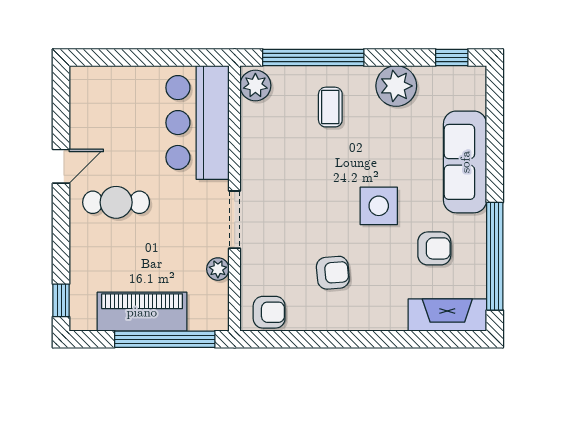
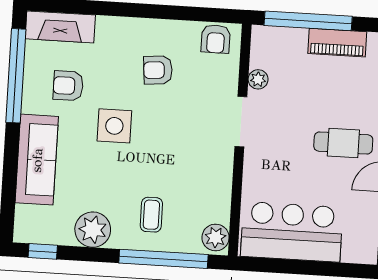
bar counter: (197, 123) -> (292, 232), moved, turned -90
piano: (142, 312) -> (337, 43), width x0.73, depth x0.75
armchair: (269, 312) -> (216, 39), turned -90

